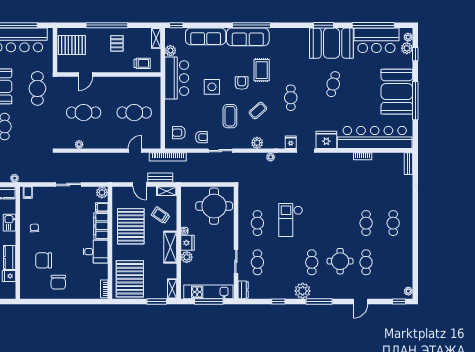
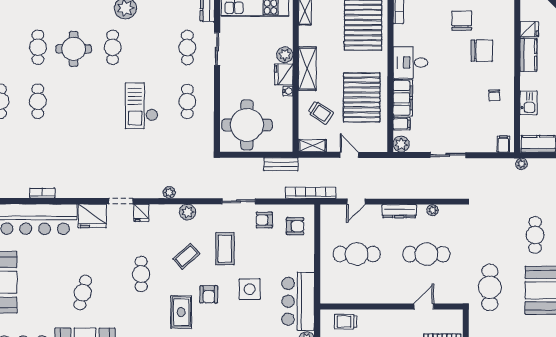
dresser: (103, 144) -> (399, 211), added
bench: (160, 178) -> (281, 164), moved
checkout: (291, 220) -> (142, 106), turned 180

